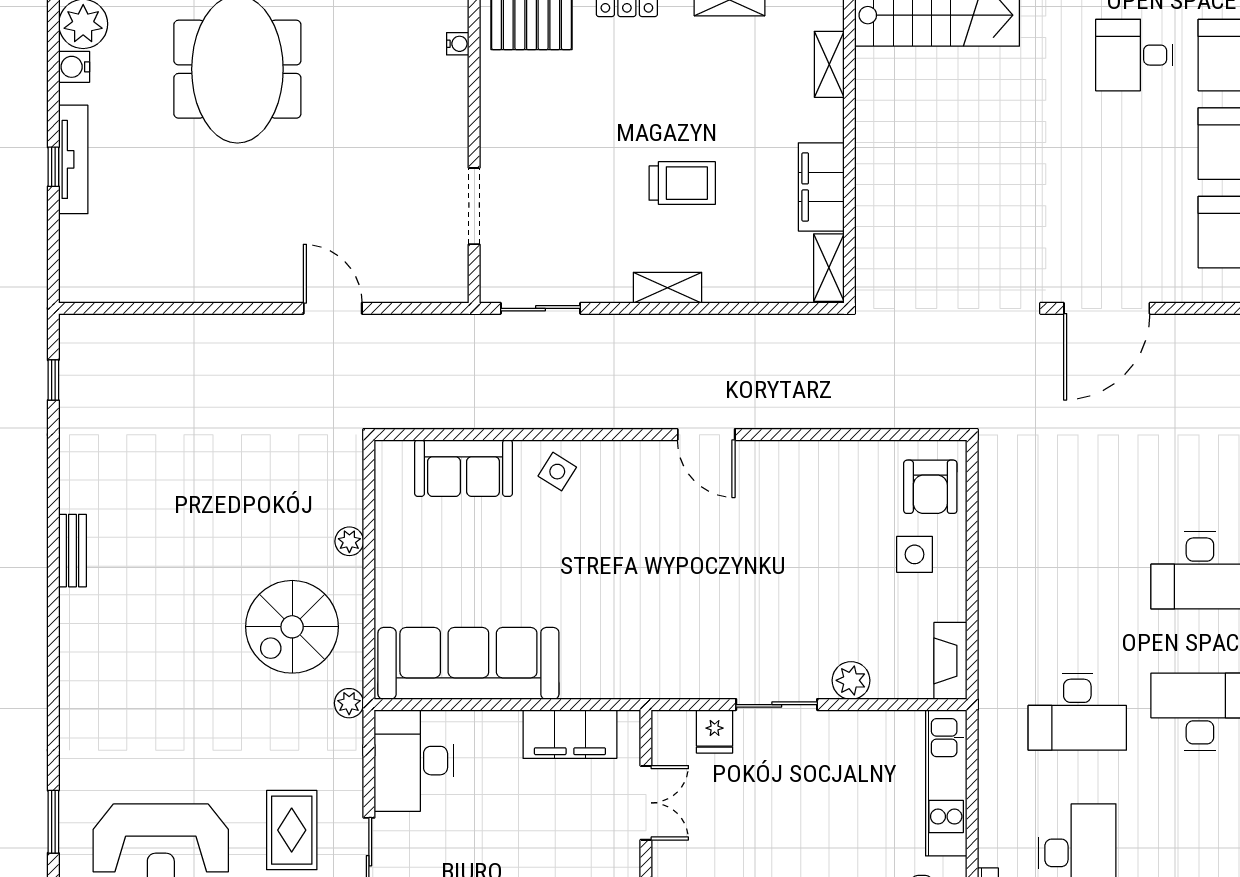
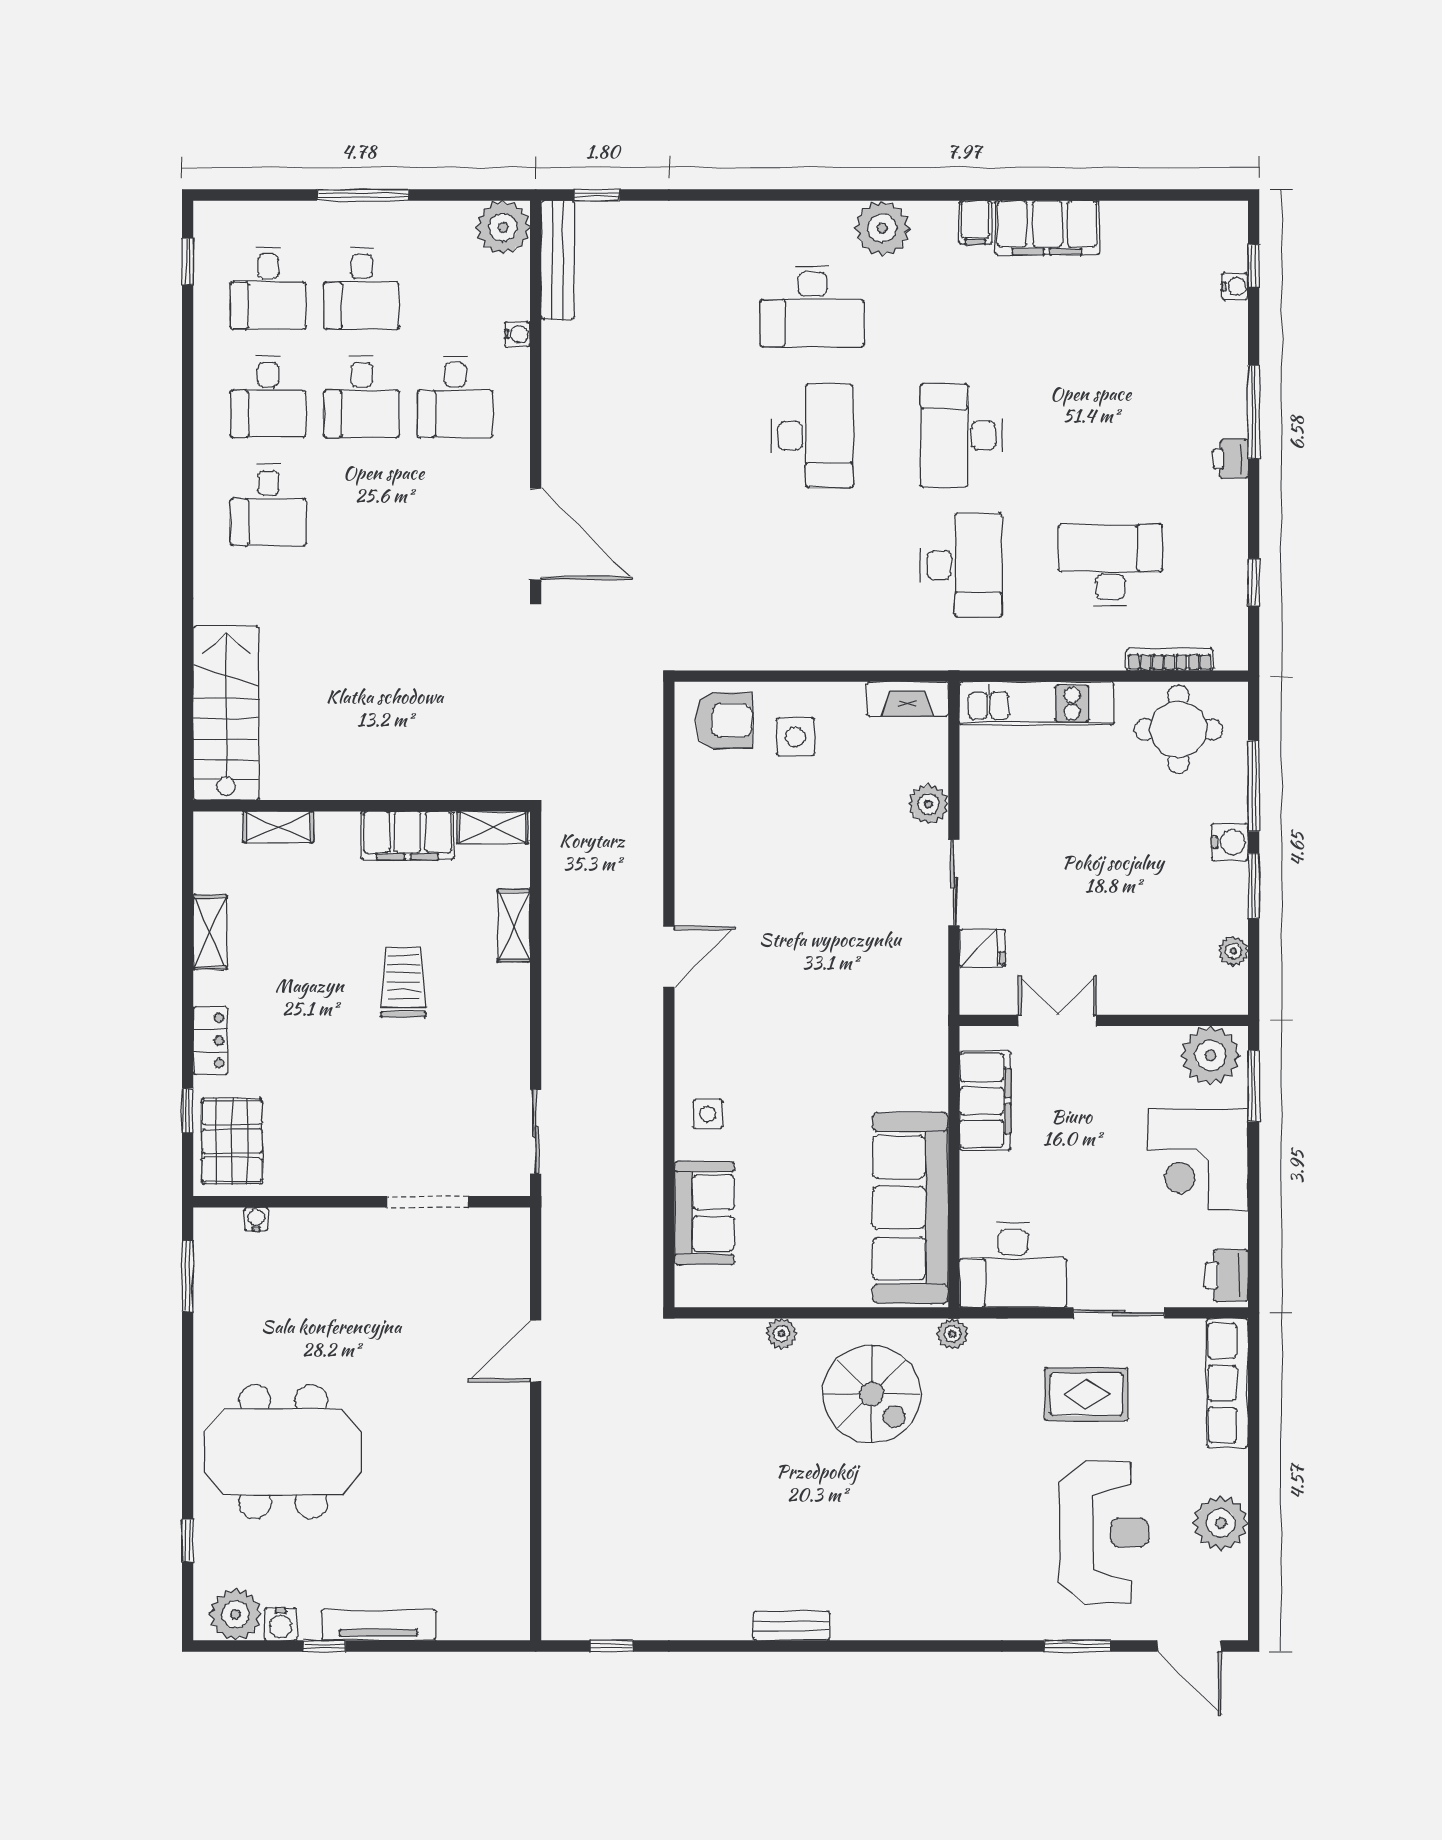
window: (53, 167) -> (324, 1646), moved
shelving: (667, 288) -> (514, 926), moved
side table: (557, 472) -> (708, 1114), turned -32

